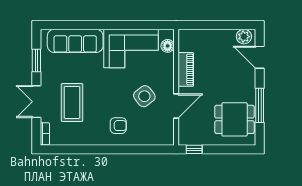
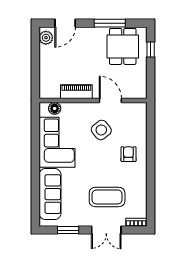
window: (194, 149) -> (151, 49), moved

